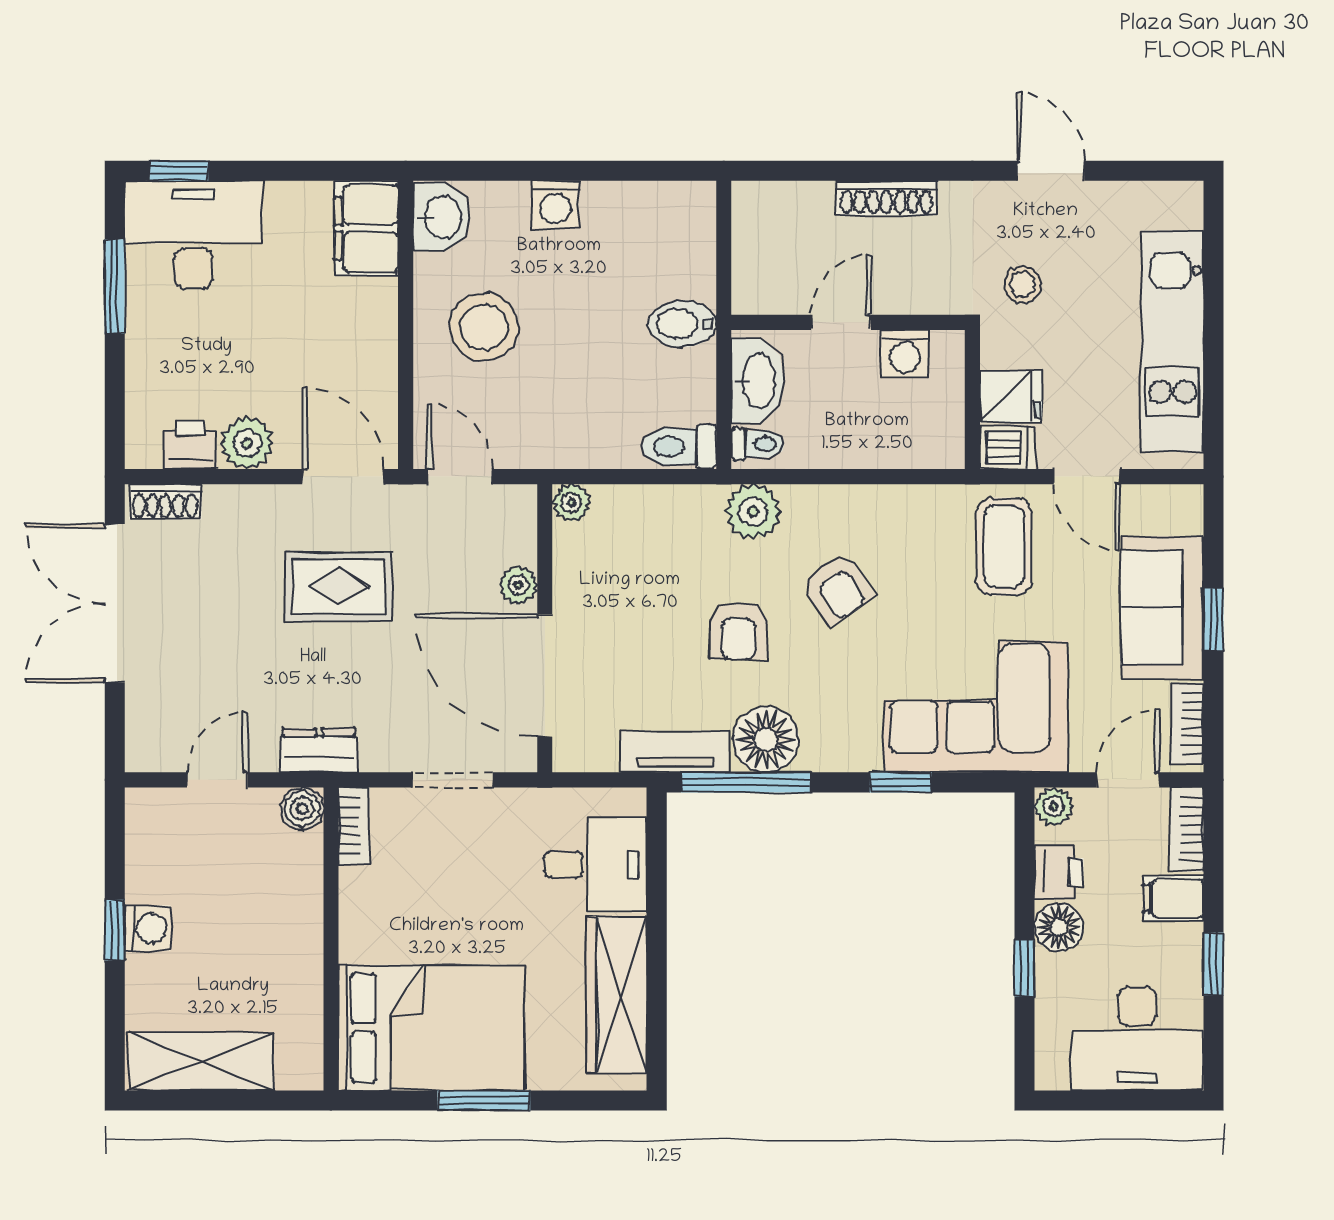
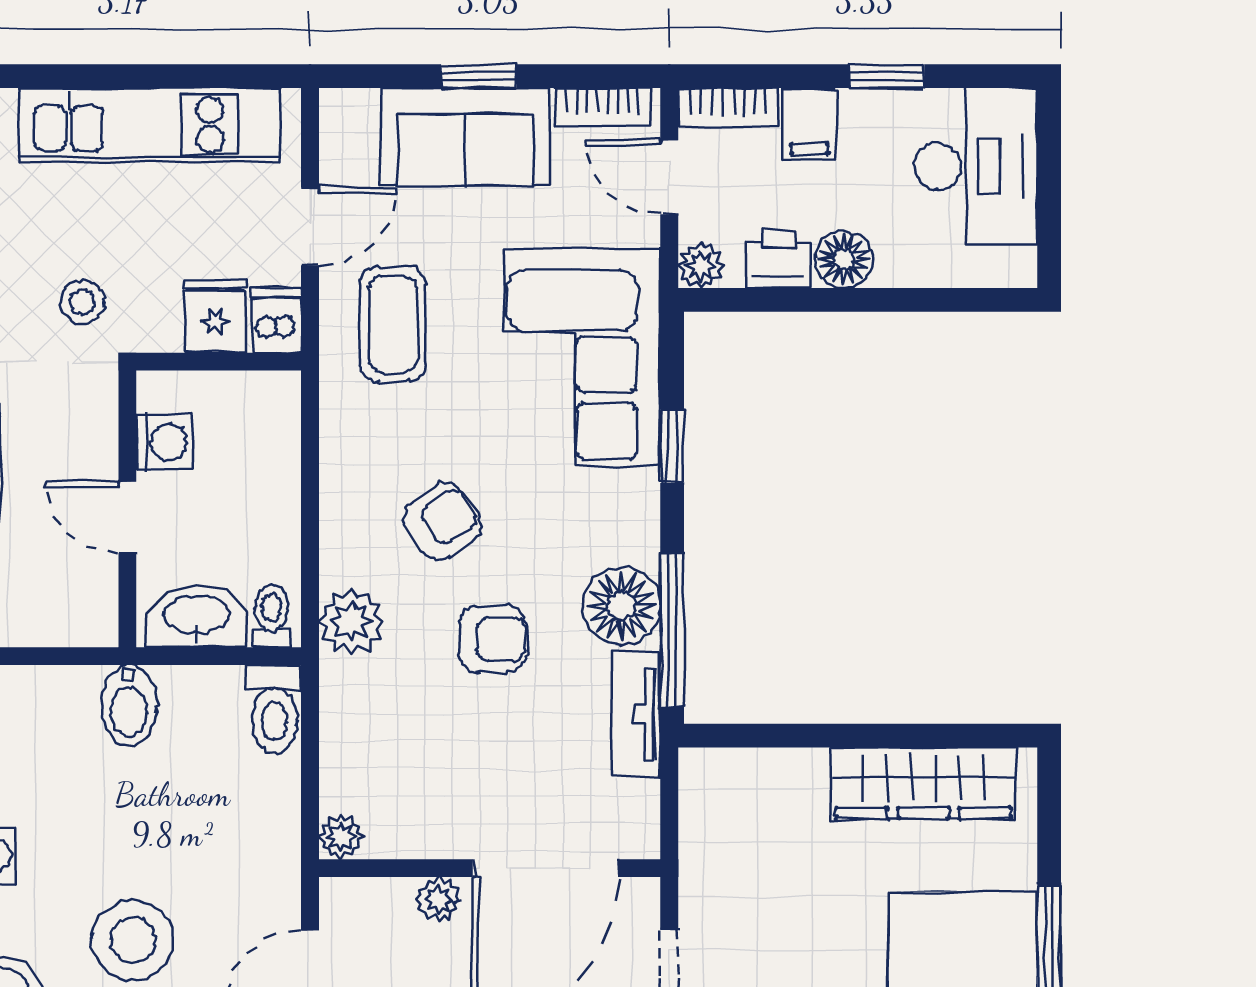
coffee table: (1004, 547) -> (393, 324), turned 90
desk: (596, 865) -> (770, 808), removed
window: (1025, 968) -> (892, 300), removed

